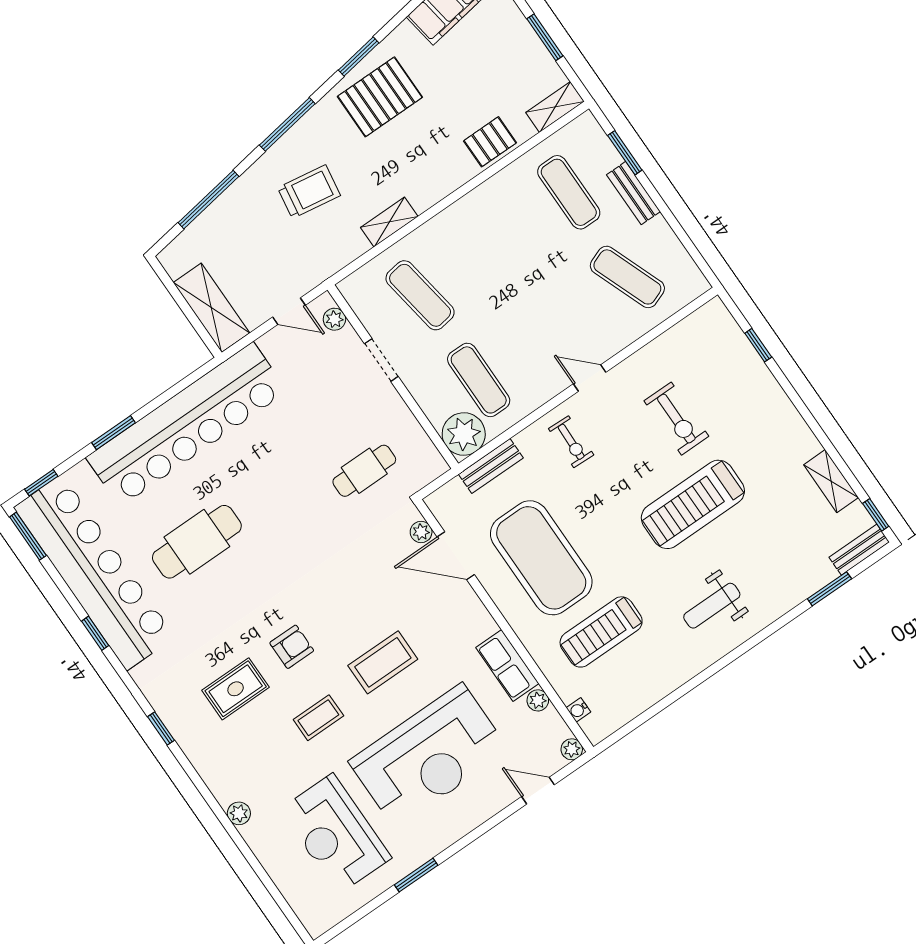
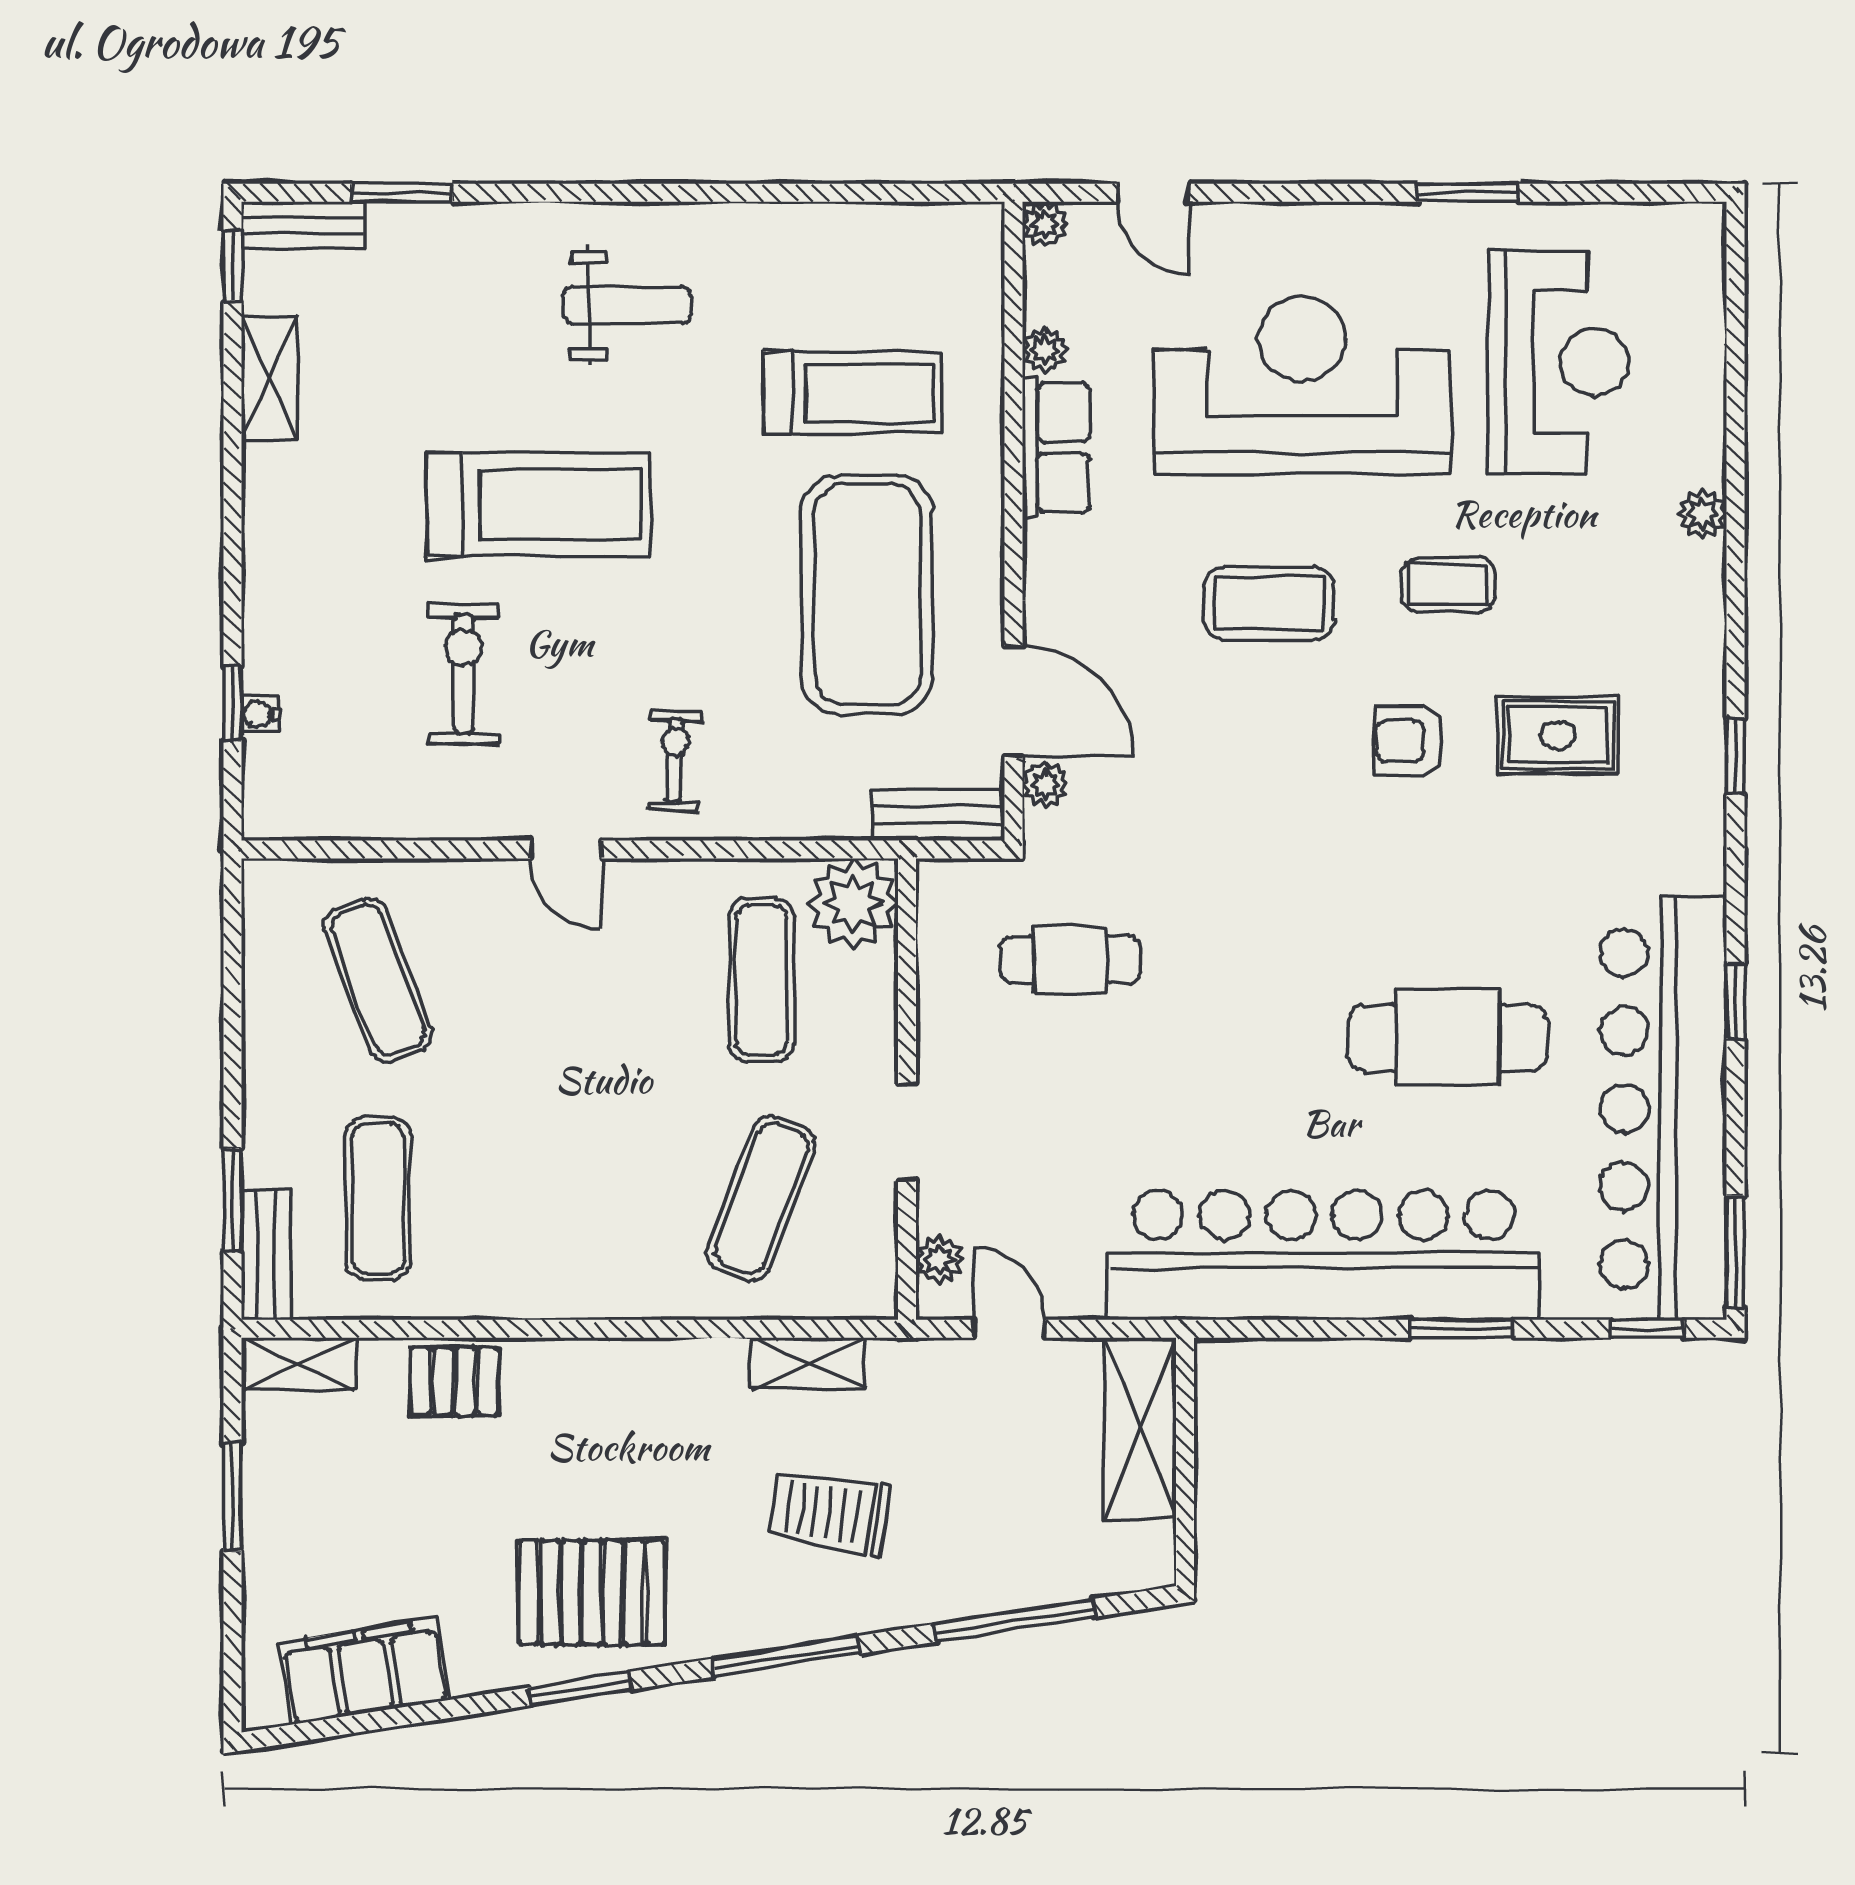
bench: (633, 193) -> (266, 1255), moved
shelving: (389, 222) -> (808, 1363), moved
exercise mat: (420, 295) -> (761, 1198), turned 30
bench: (491, 466) -> (938, 815), moved
water cooler: (578, 710) -> (260, 714), moved, turned 180

